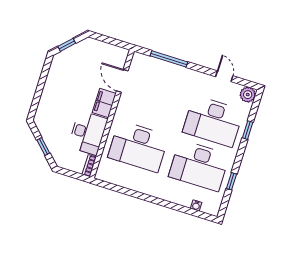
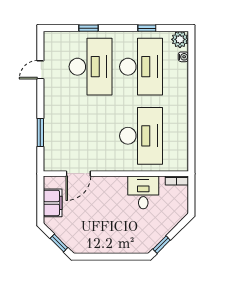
window: (169, 59) -> (40, 133), width x0.69
plant: (248, 95) -> (180, 39), moved
filing cabinet: (104, 103) -> (53, 203), moved, turned -90
desk: (88, 133) -> (143, 192), width x0.73
window: (43, 146) -> (162, 245), moved

